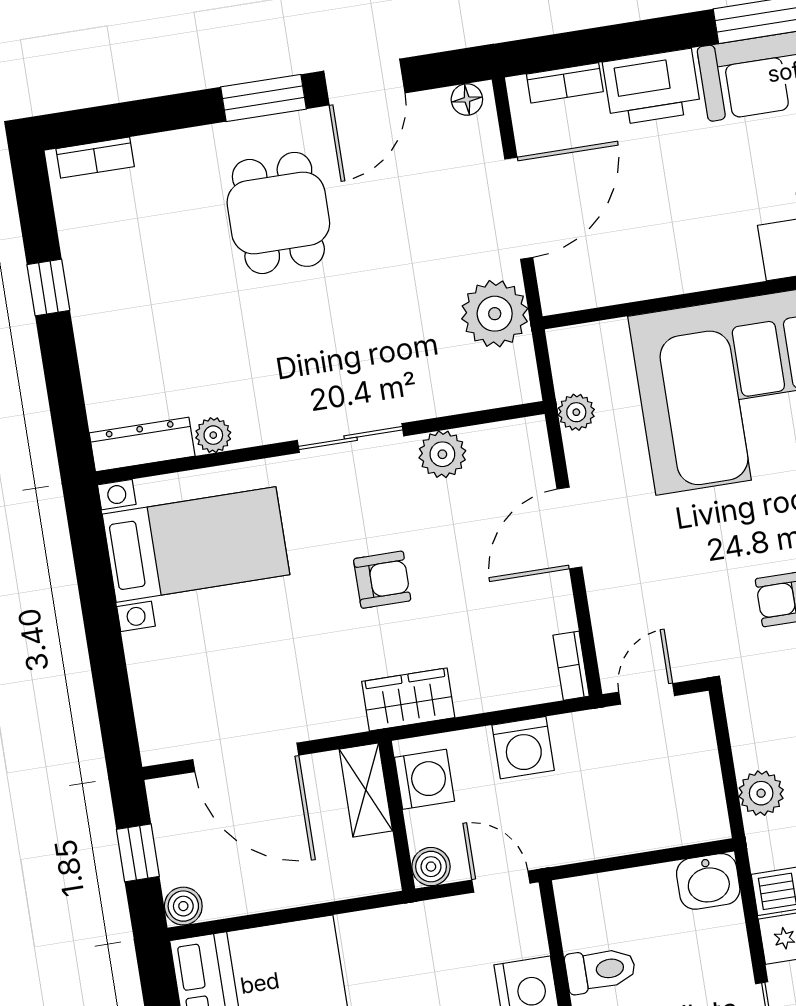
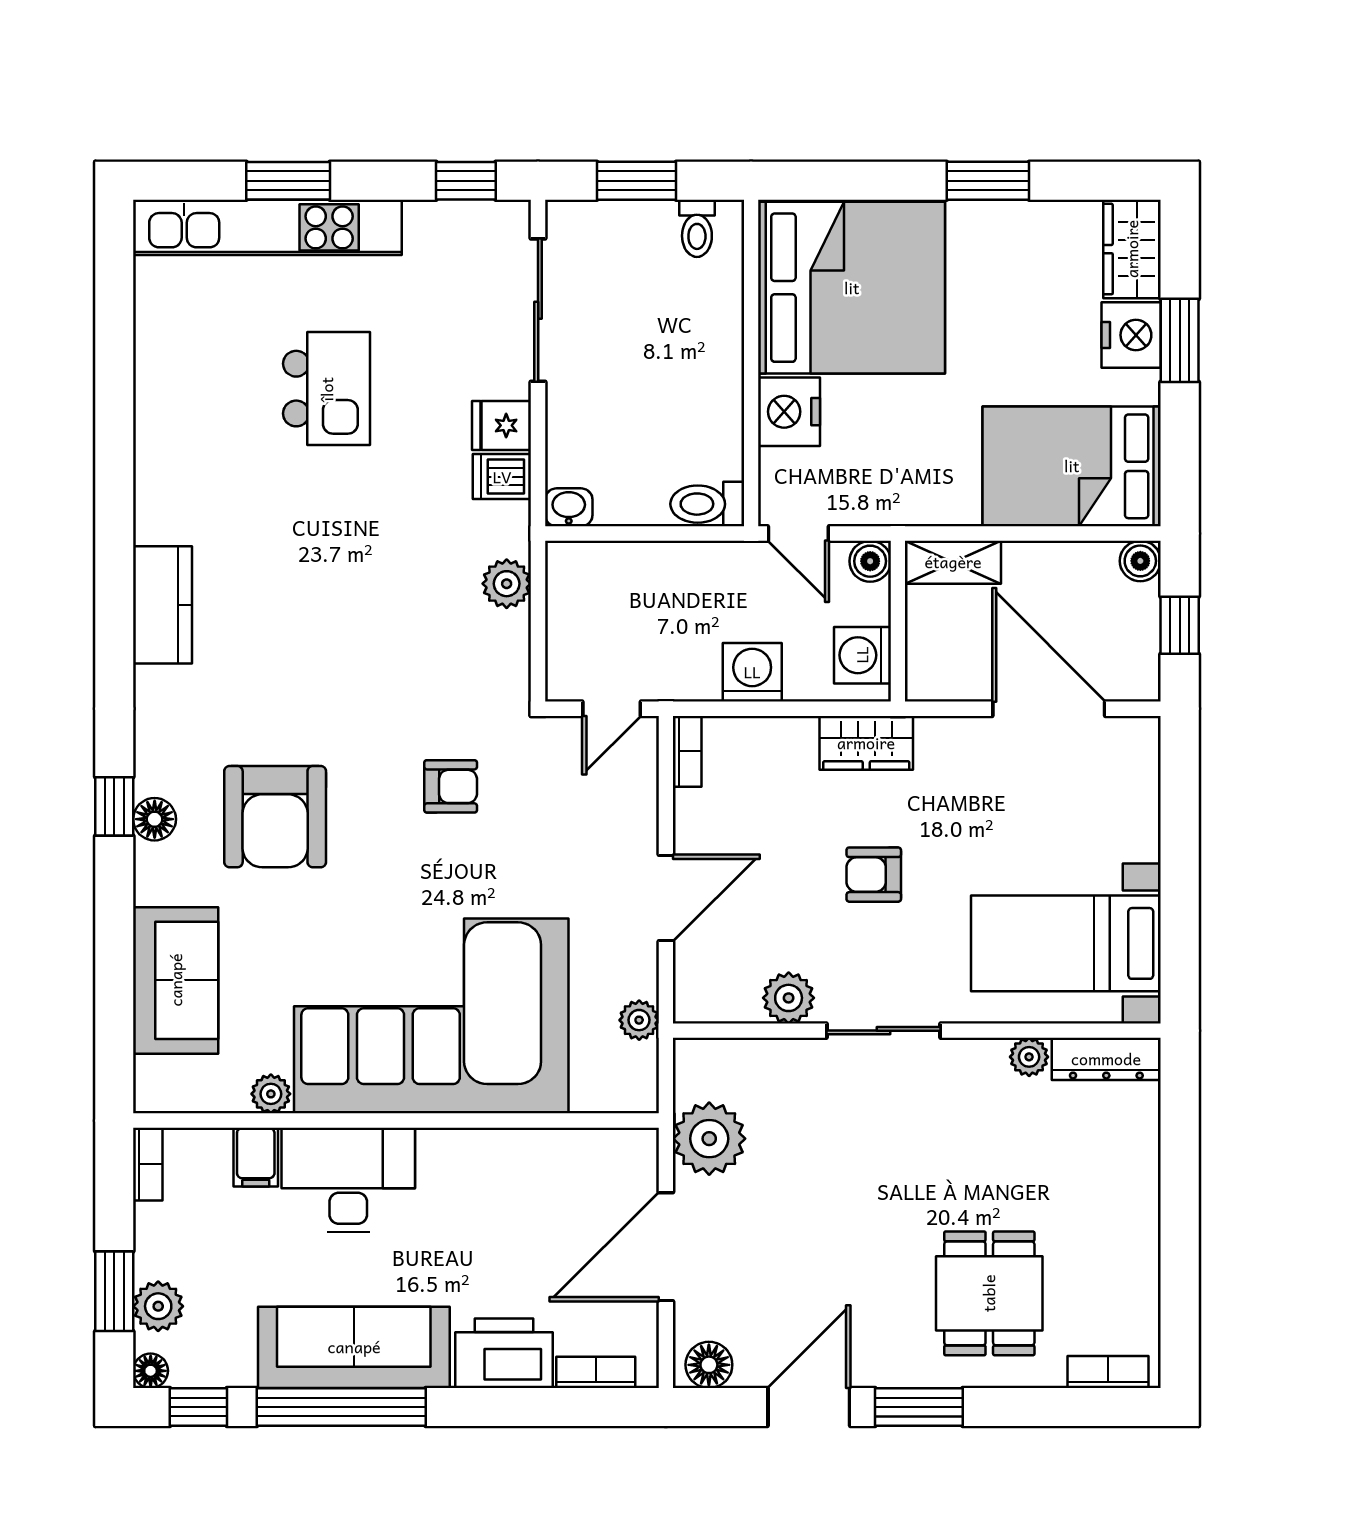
floor lamp: (467, 99) -> (709, 1365), width x1.37, depth x1.37
dining table: (278, 213) -> (989, 1293), moved
window: (48, 287) -> (1180, 1242), removed
shelving: (366, 790) -> (953, 562), moved, turned 90
washbasin: (708, 881) -> (569, 507), width x0.72, depth x0.69
toilet: (601, 970) -> (707, 504), moved

